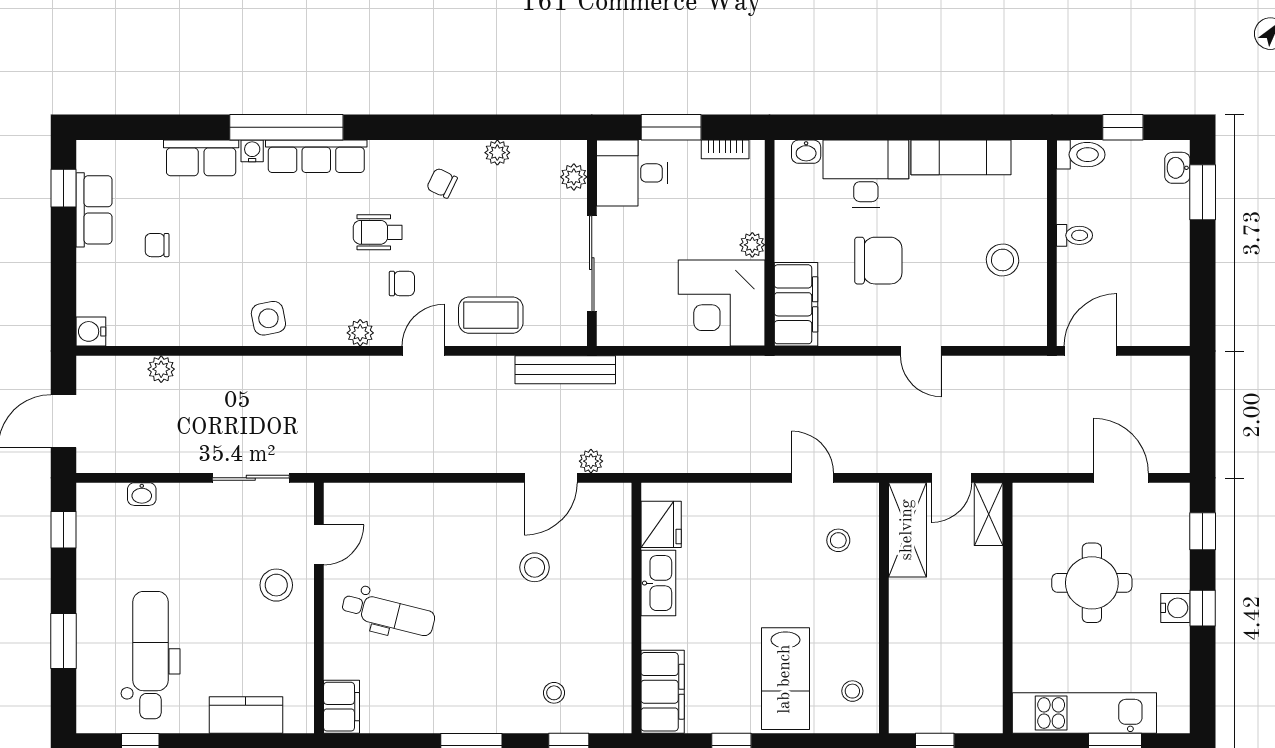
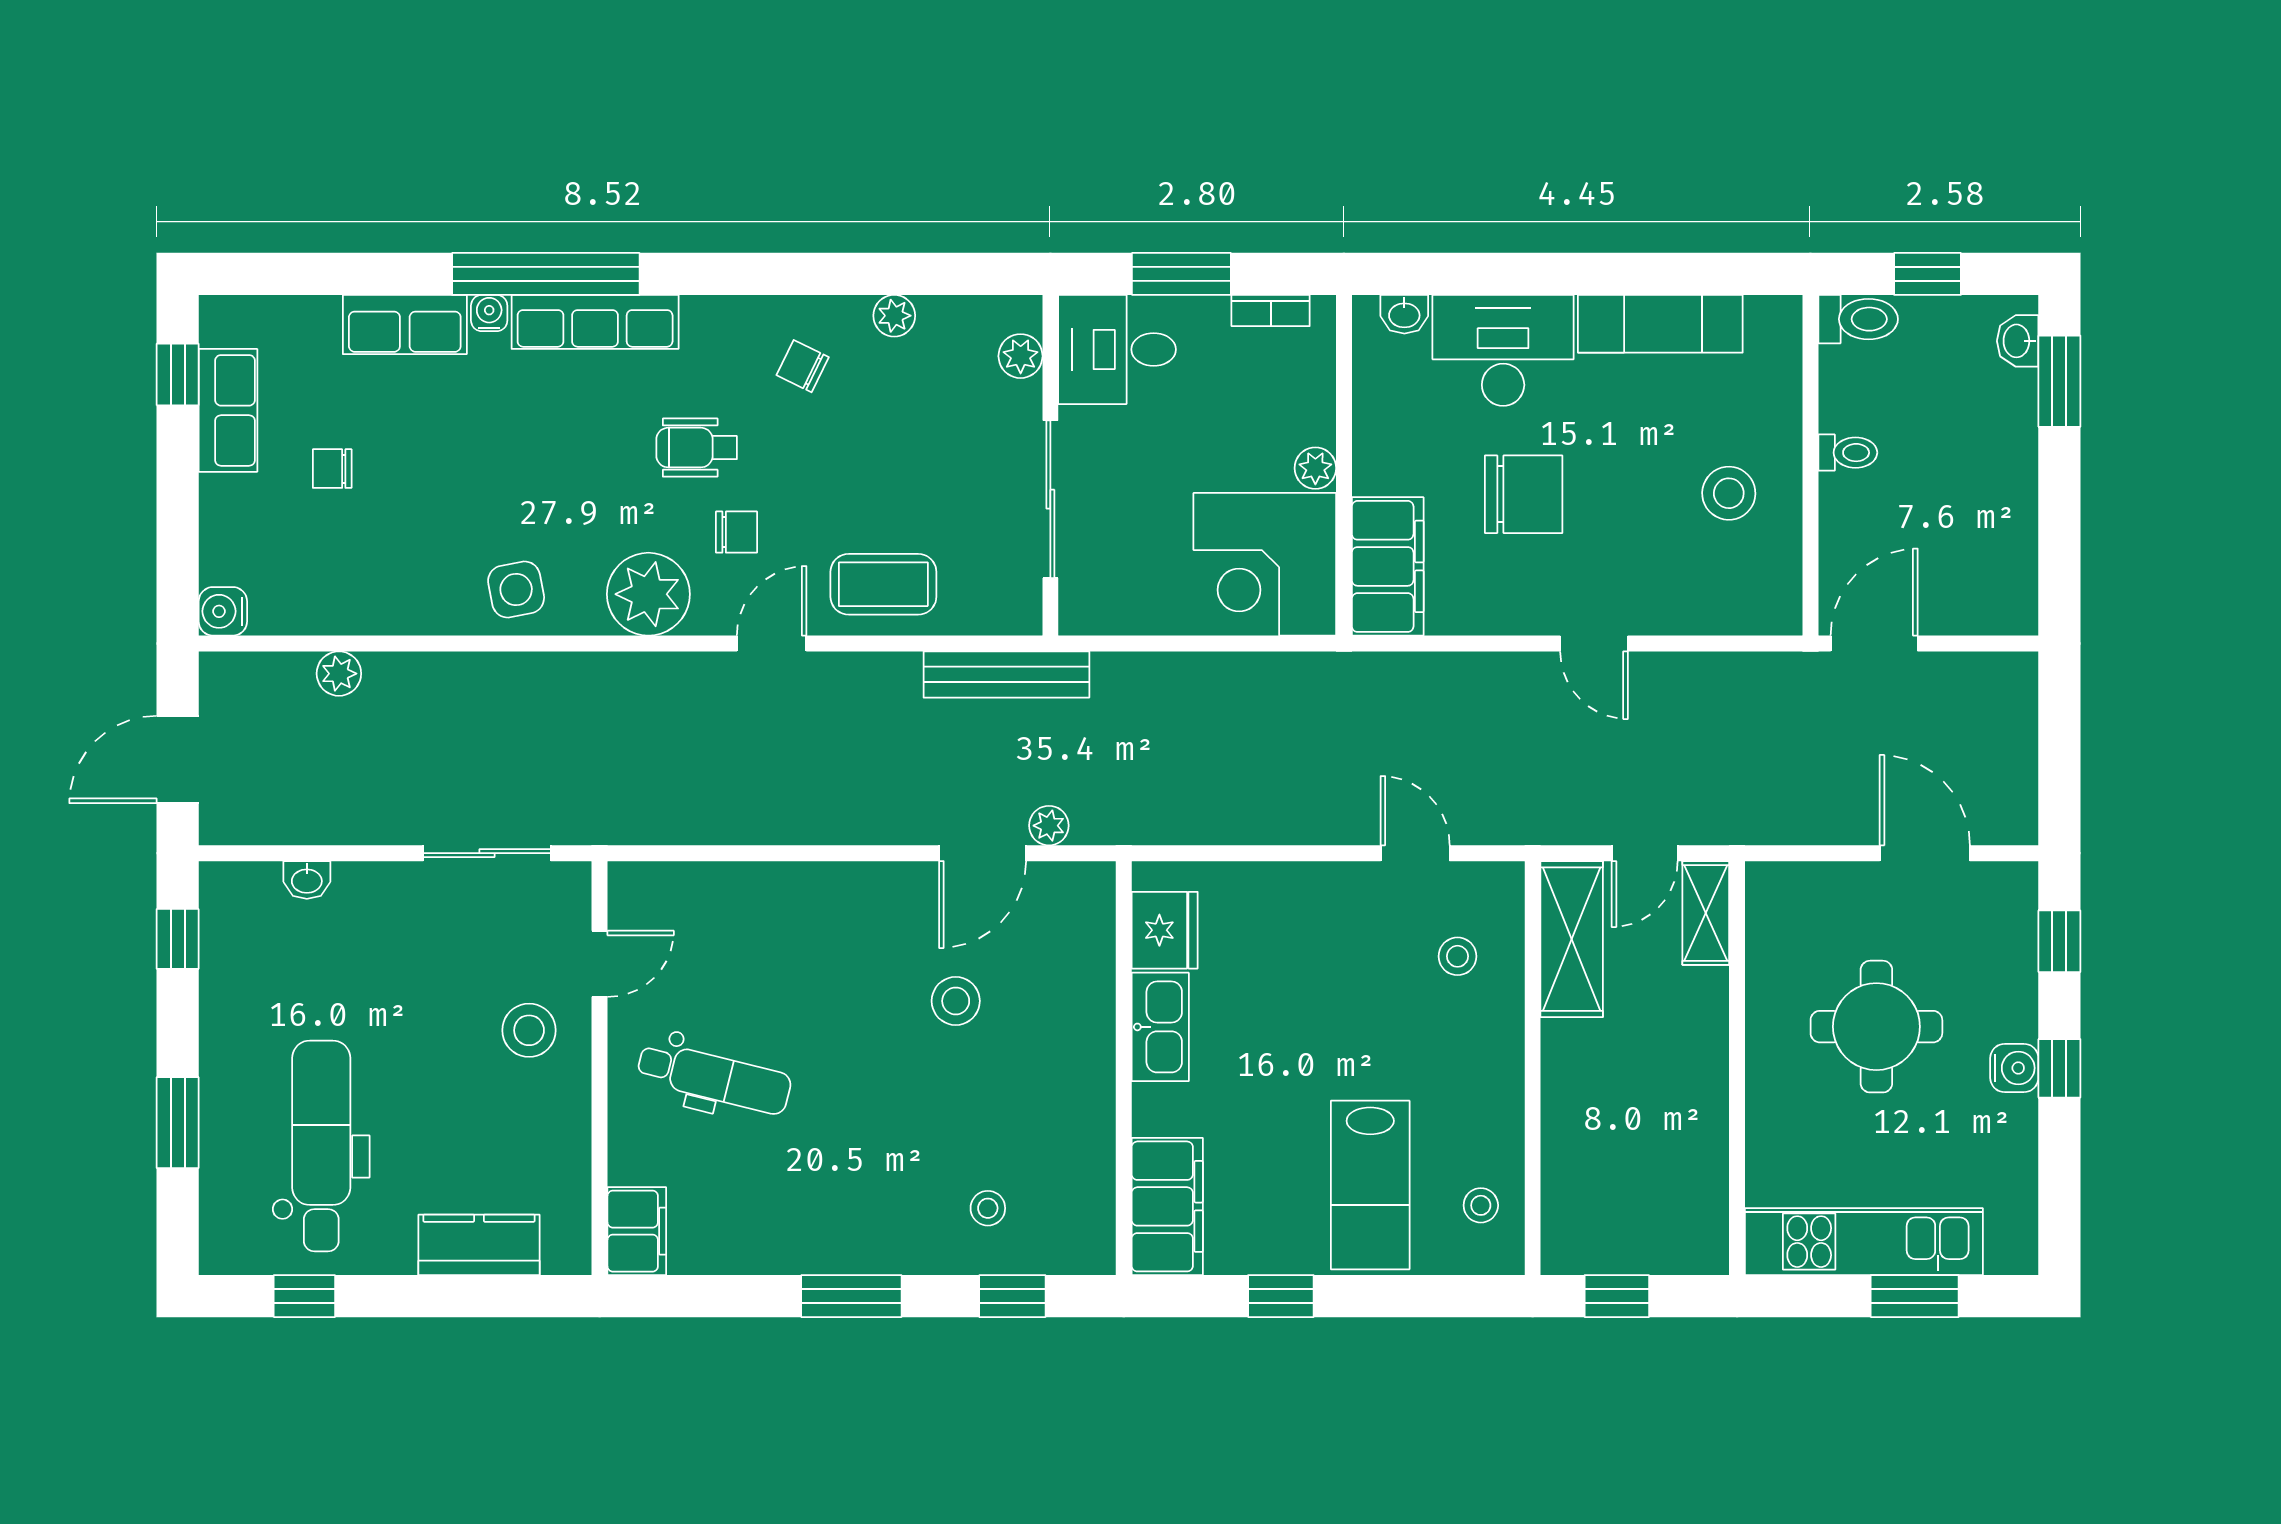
plant: (360, 333) -> (648, 594), width x1.87, depth x1.87

